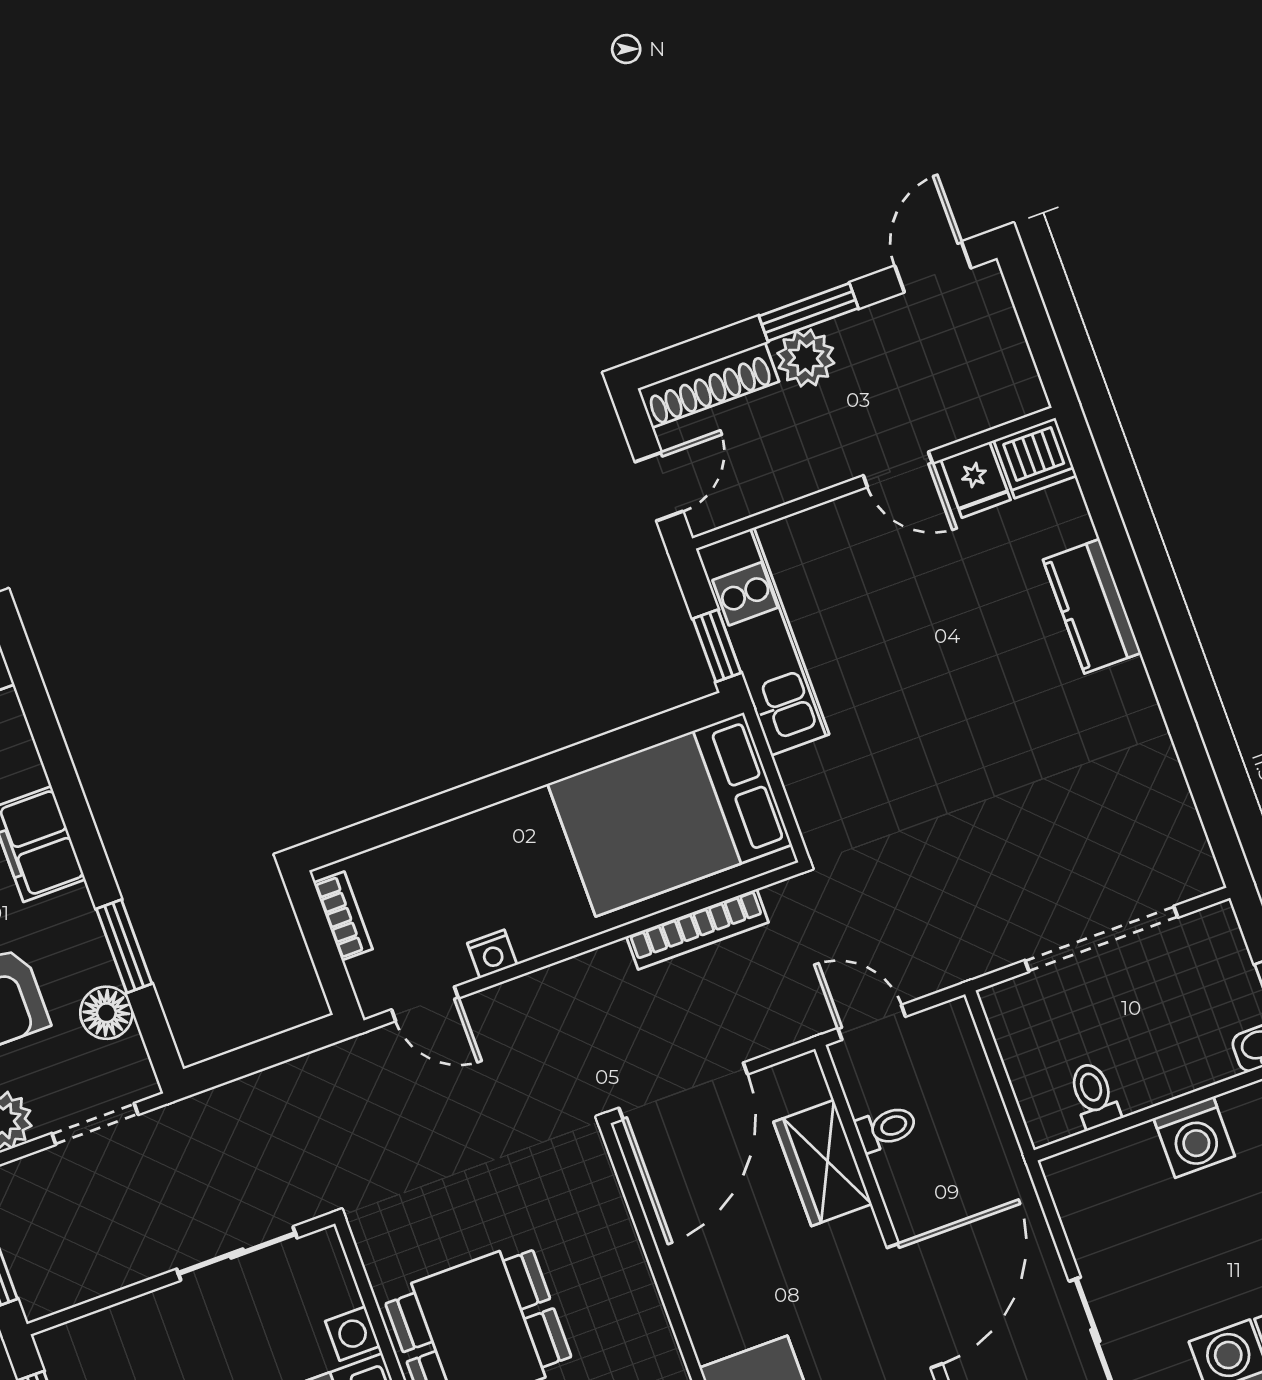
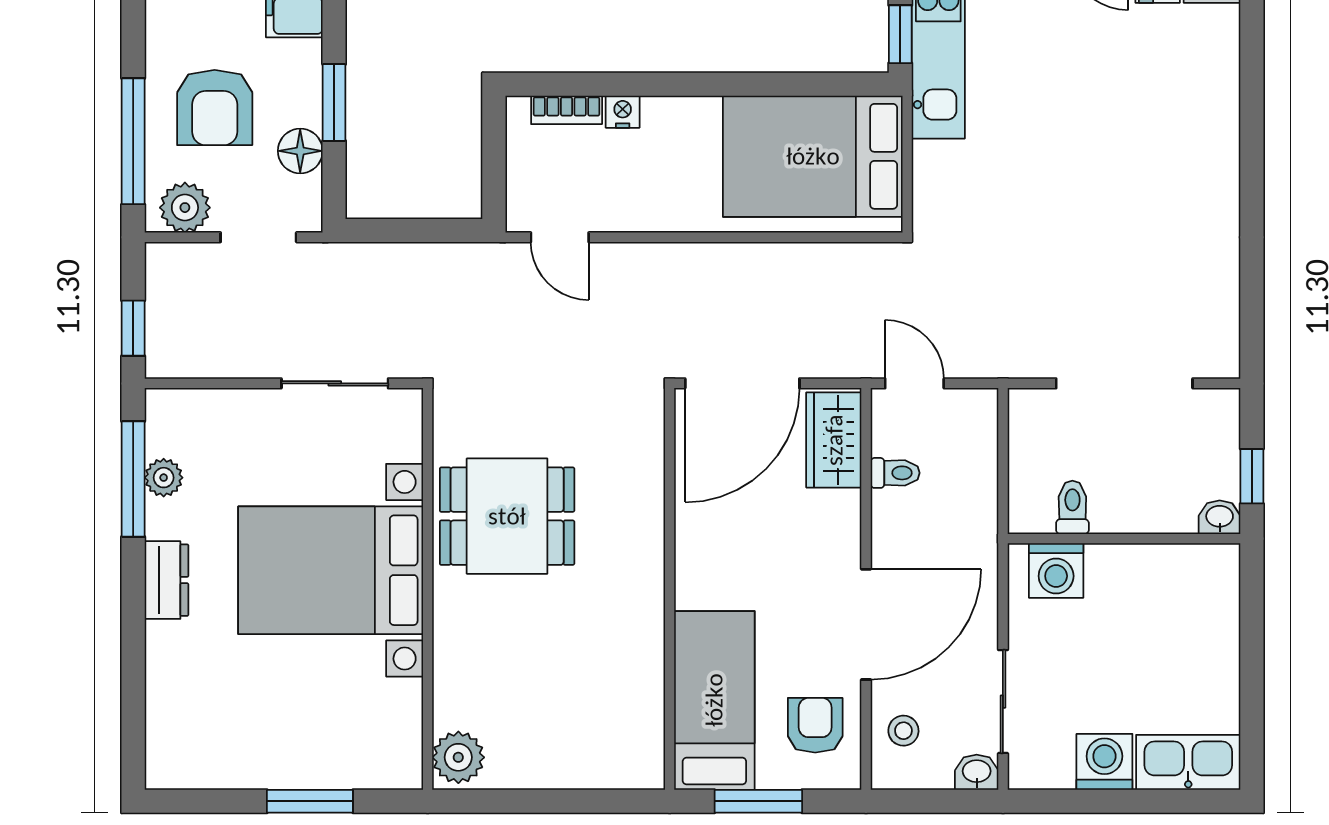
kitchen counter: (1092, 606) -> (1214, 113), removed
bookcase: (343, 916) -> (567, 110), moved, turned 90
bookcase: (697, 929) -> (801, 257), removed
nightstand: (492, 954) -> (623, 112), moved, turned 180
washing machine: (1194, 1137) -> (1056, 571), moved
wardrobe: (823, 1163) -> (834, 440), moved

